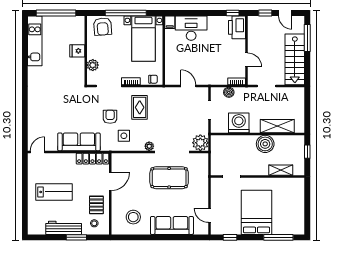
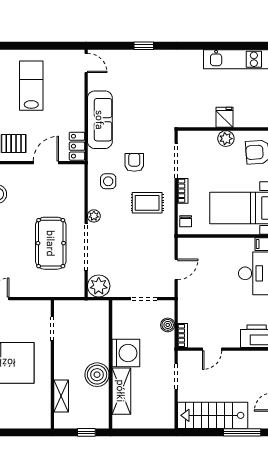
plant: (93, 65) -> (226, 139), moved
window: (25, 110) -> (144, 46), added
armchair: (110, 117) -> (134, 162), turned -90
washing machine: (239, 123) -> (126, 353), moved
locker: (92, 159) -> (77, 146), width x0.66
door: (110, 181) -> (46, 163), swing flipped
lab bench: (54, 192) -> (31, 86), turned 180

